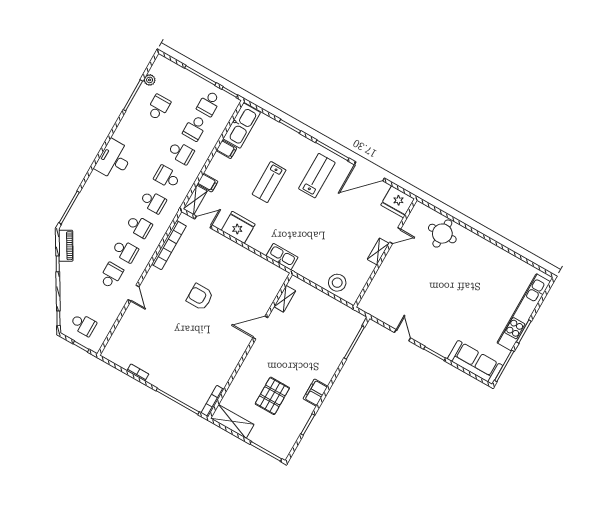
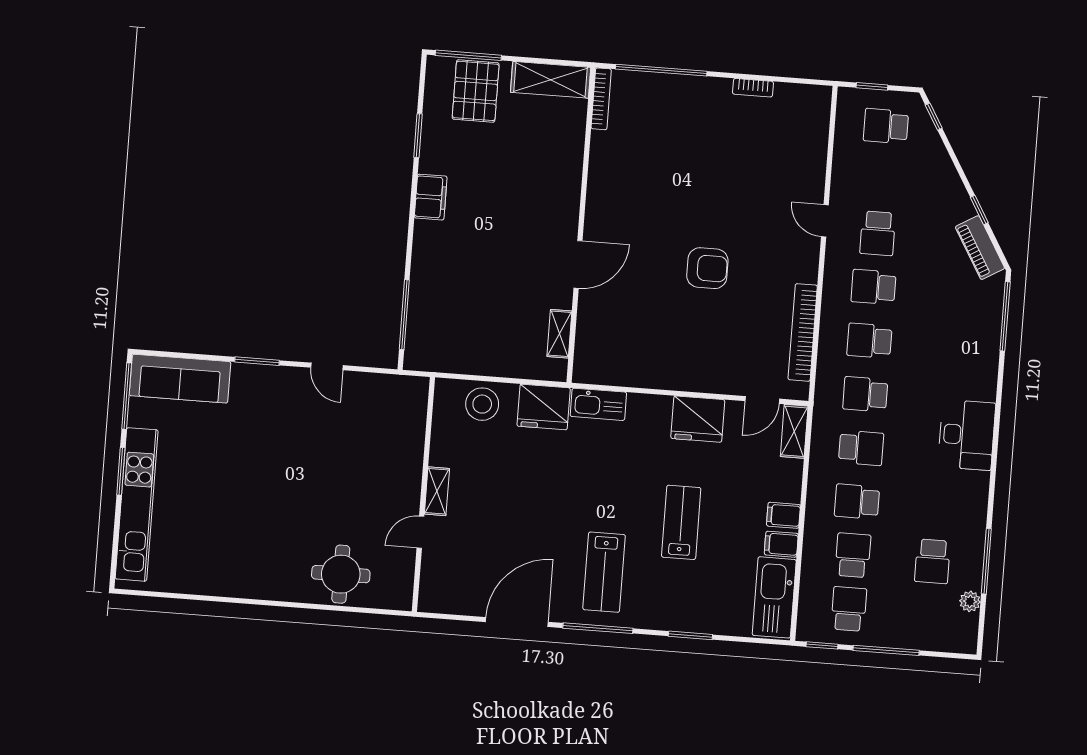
filing cabinet: (207, 183) -> (783, 515), moved
fridge: (398, 202) -> (544, 407), moved, turned 180
pallet: (272, 396) -> (476, 91), moved

